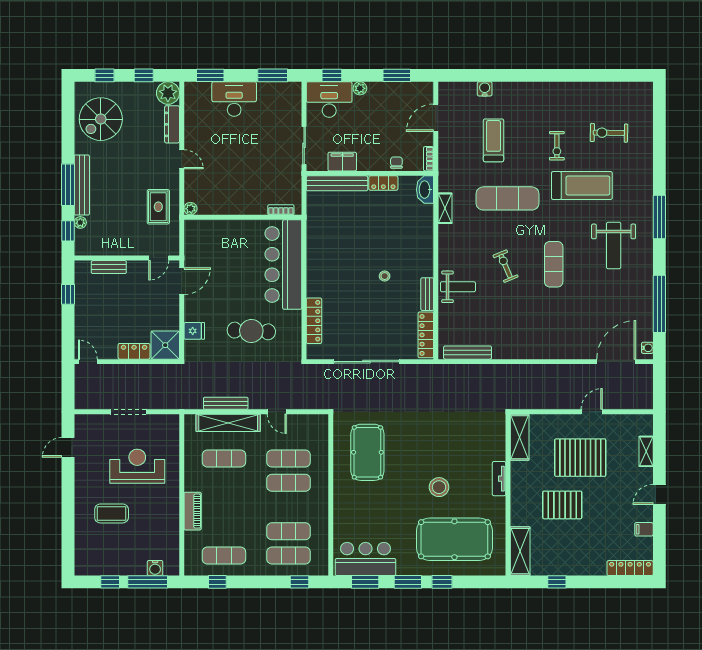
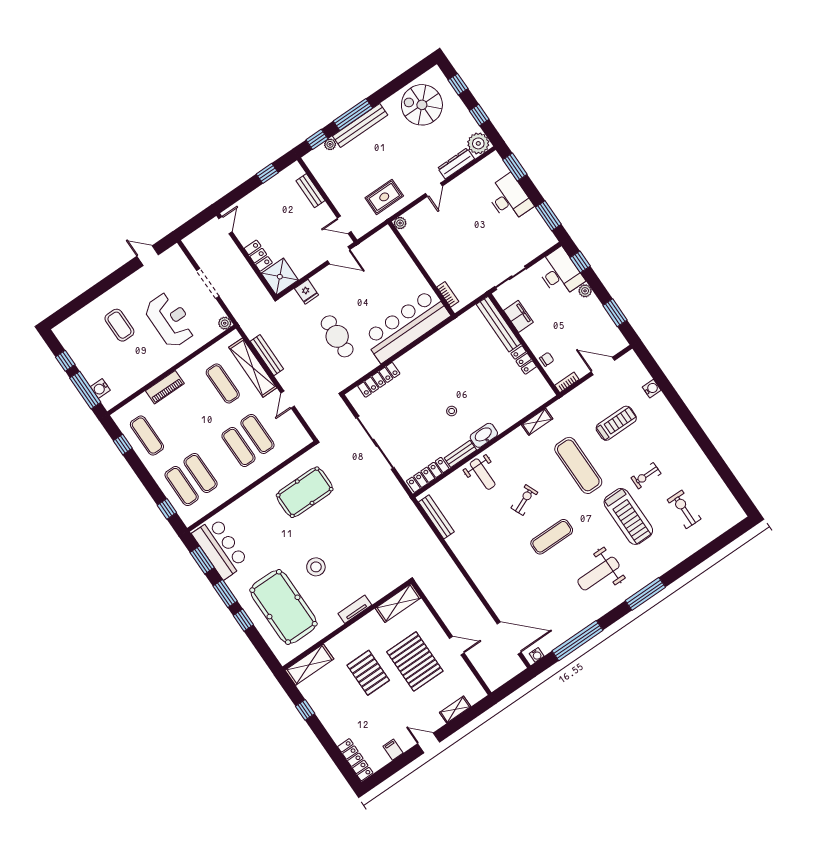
washbasin: (425, 190) -> (484, 435), moved
plant: (173, 421) -> (225, 323), added

